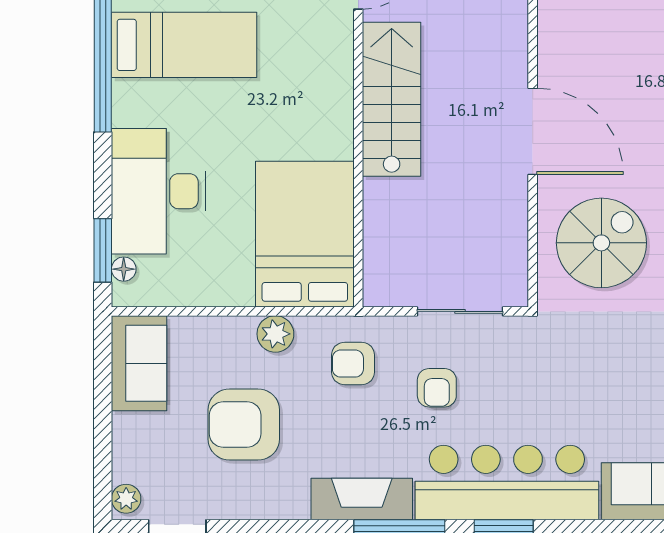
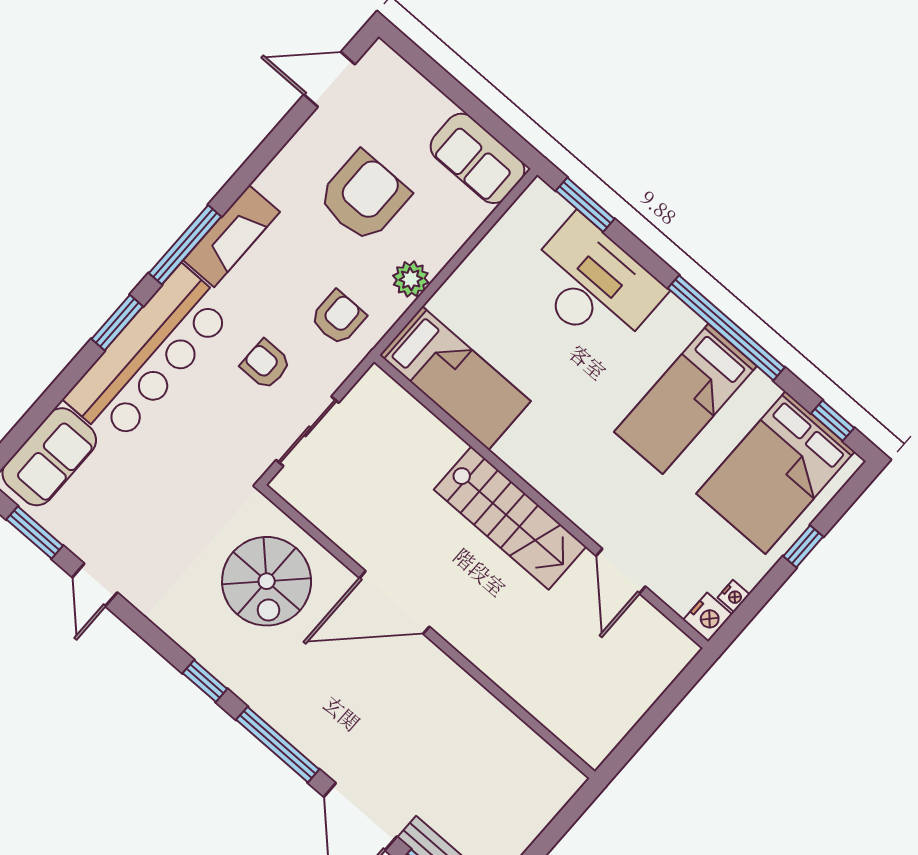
bed: (305, 234) -> (455, 378), width x0.67
floor lamp: (124, 269) -> (558, 208), removed
plant: (126, 499) -> (385, 61), removed

